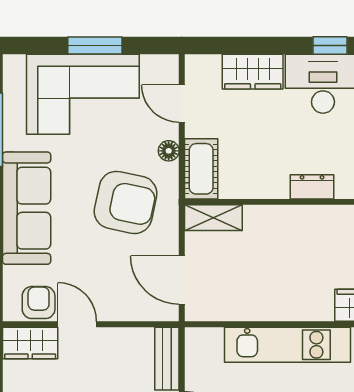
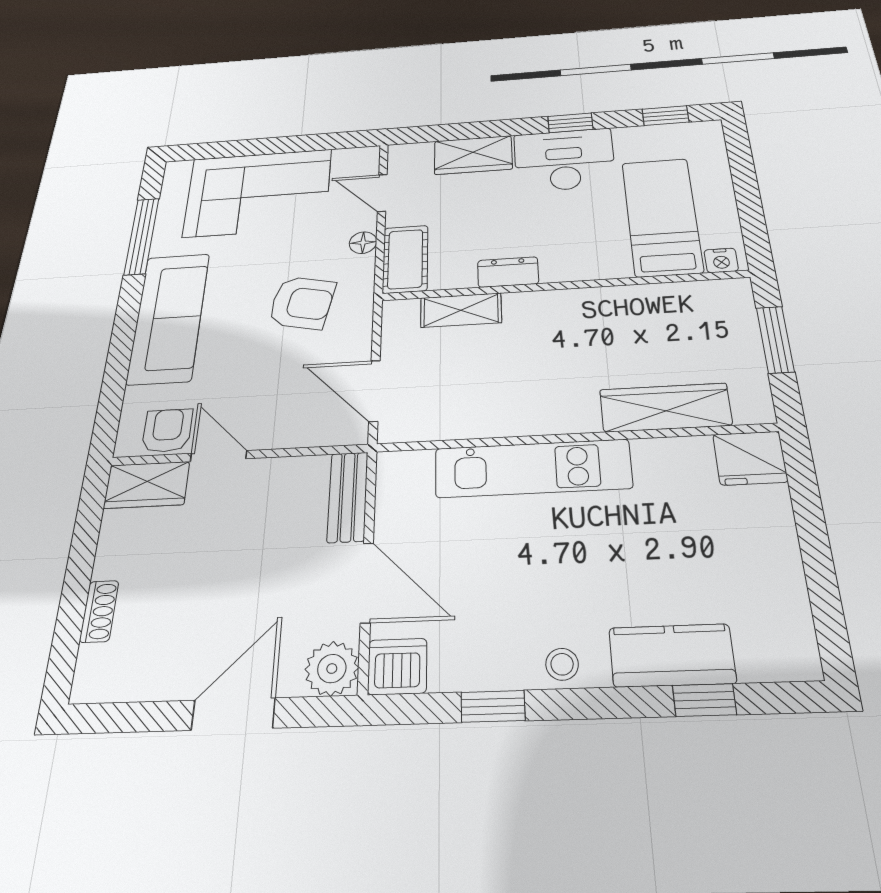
window: (95, 45) -> (278, 145), removed
dresser: (312, 187) -> (508, 272), moved
armchair: (126, 202) -> (302, 303), width x0.73, depth x0.73
shelving: (213, 218) -> (461, 310), moved

